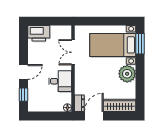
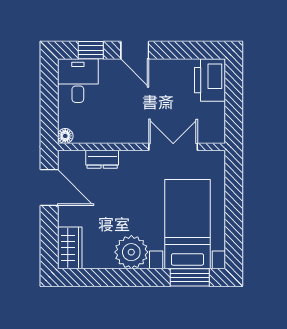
desk: (60, 81) -> (78, 81), moved, turned 180
dresser: (79, 103) -> (102, 159), moved
wardrobe: (120, 105) -> (70, 248), width x0.67

